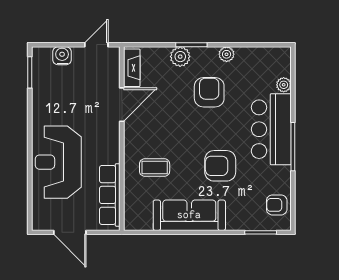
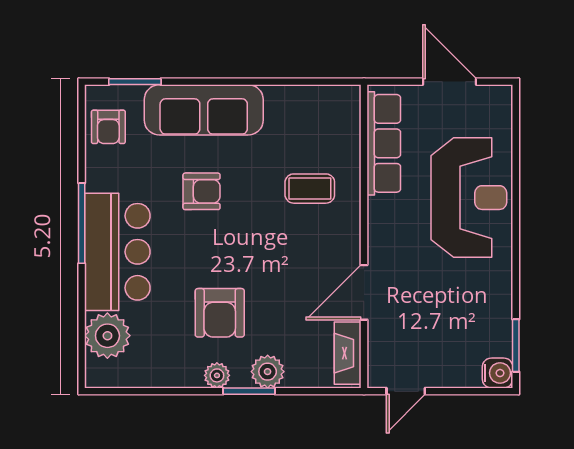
plant: (227, 54) -> (217, 375), moved
water cooler: (62, 56) -> (498, 373), moved, turned -90
plant: (284, 85) -> (107, 336), width x1.87, depth x1.87
armchair: (220, 166) -> (202, 191), width x0.72, depth x0.72
armchair: (277, 205) -> (108, 127), turned 90
sofa: (189, 215) -> (204, 110), moved

